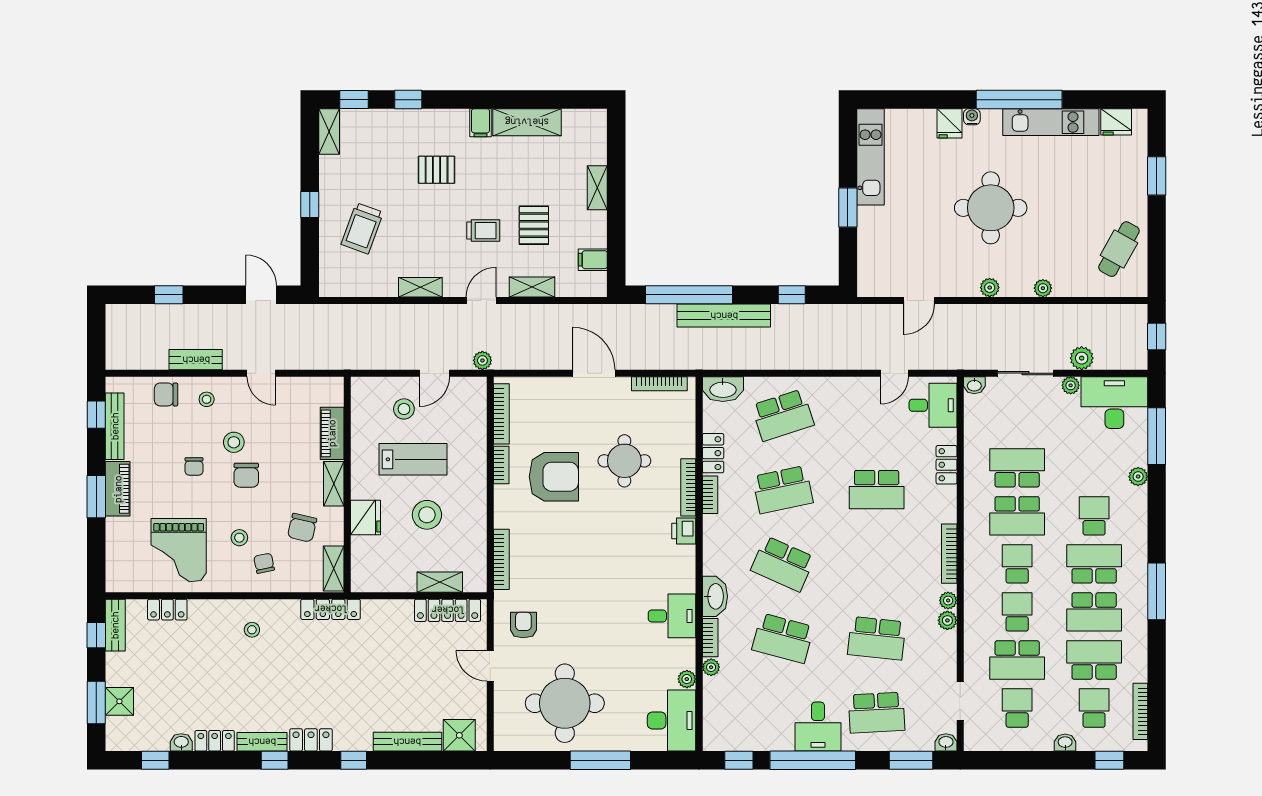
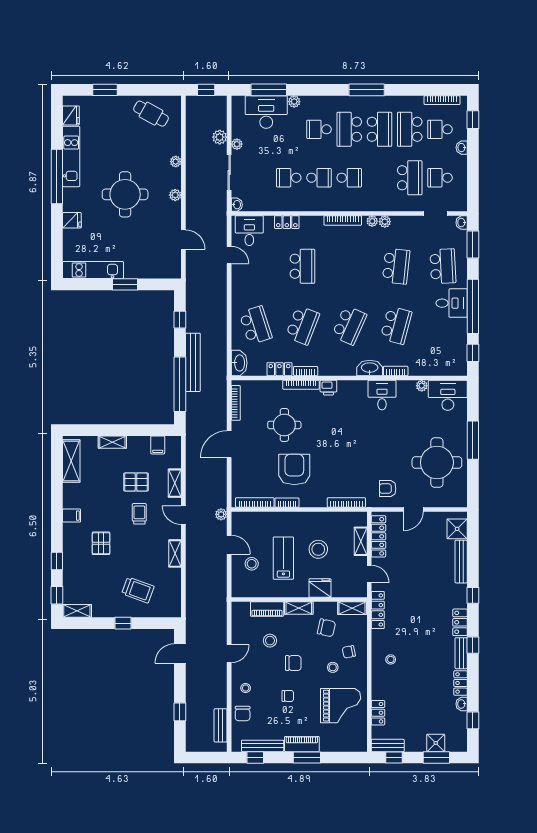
water cooler: (972, 117) -> (68, 206), removed
shelving: (527, 122) -> (71, 461), moved
bench: (196, 360) -> (221, 725), moved
desk: (1114, 403) -> (266, 112), moved, turned 90
stool: (234, 442) -> (270, 641), moved
school desk: (1017, 468) -> (289, 178), width x0.54
school desk: (783, 490) -> (302, 325), turned 33
school desk: (1017, 516) -> (319, 178), width x0.54
school desk: (1017, 564) -> (349, 178), turned 180
door: (388, 596) -> (369, 574), added
school desk: (1017, 612) -> (379, 178), removed
plant: (711, 667) -> (414, 370), removed

